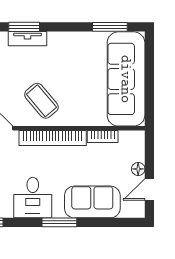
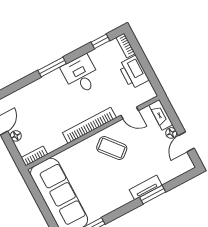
bookcase: (103, 137) -> (34, 156), moved
sofa: (92, 202) -> (36, 95), removed

